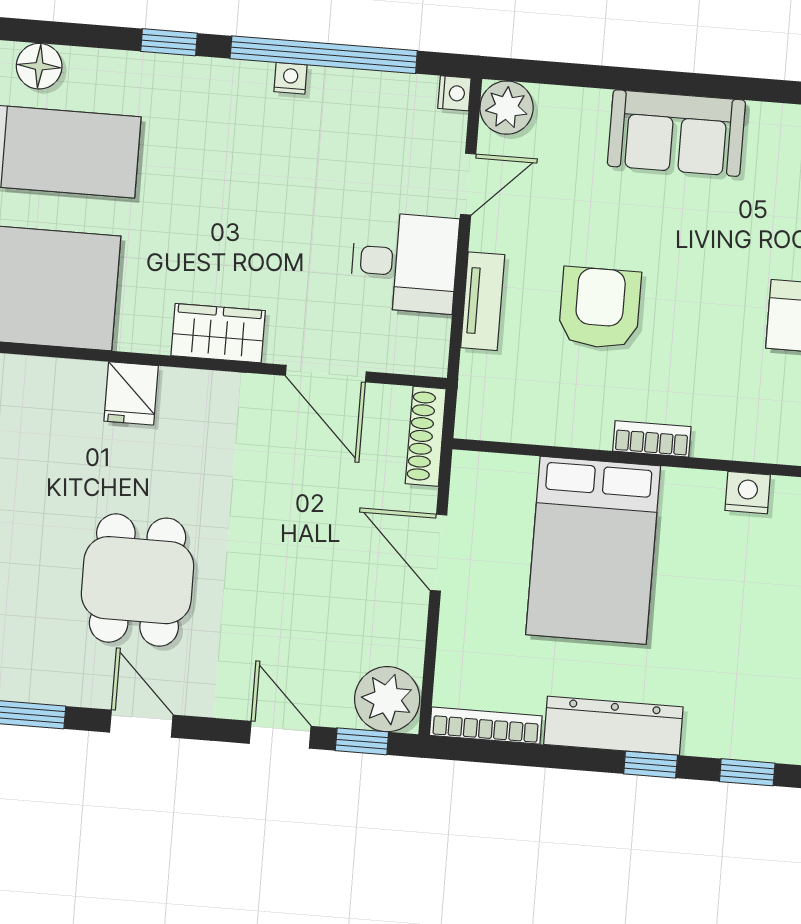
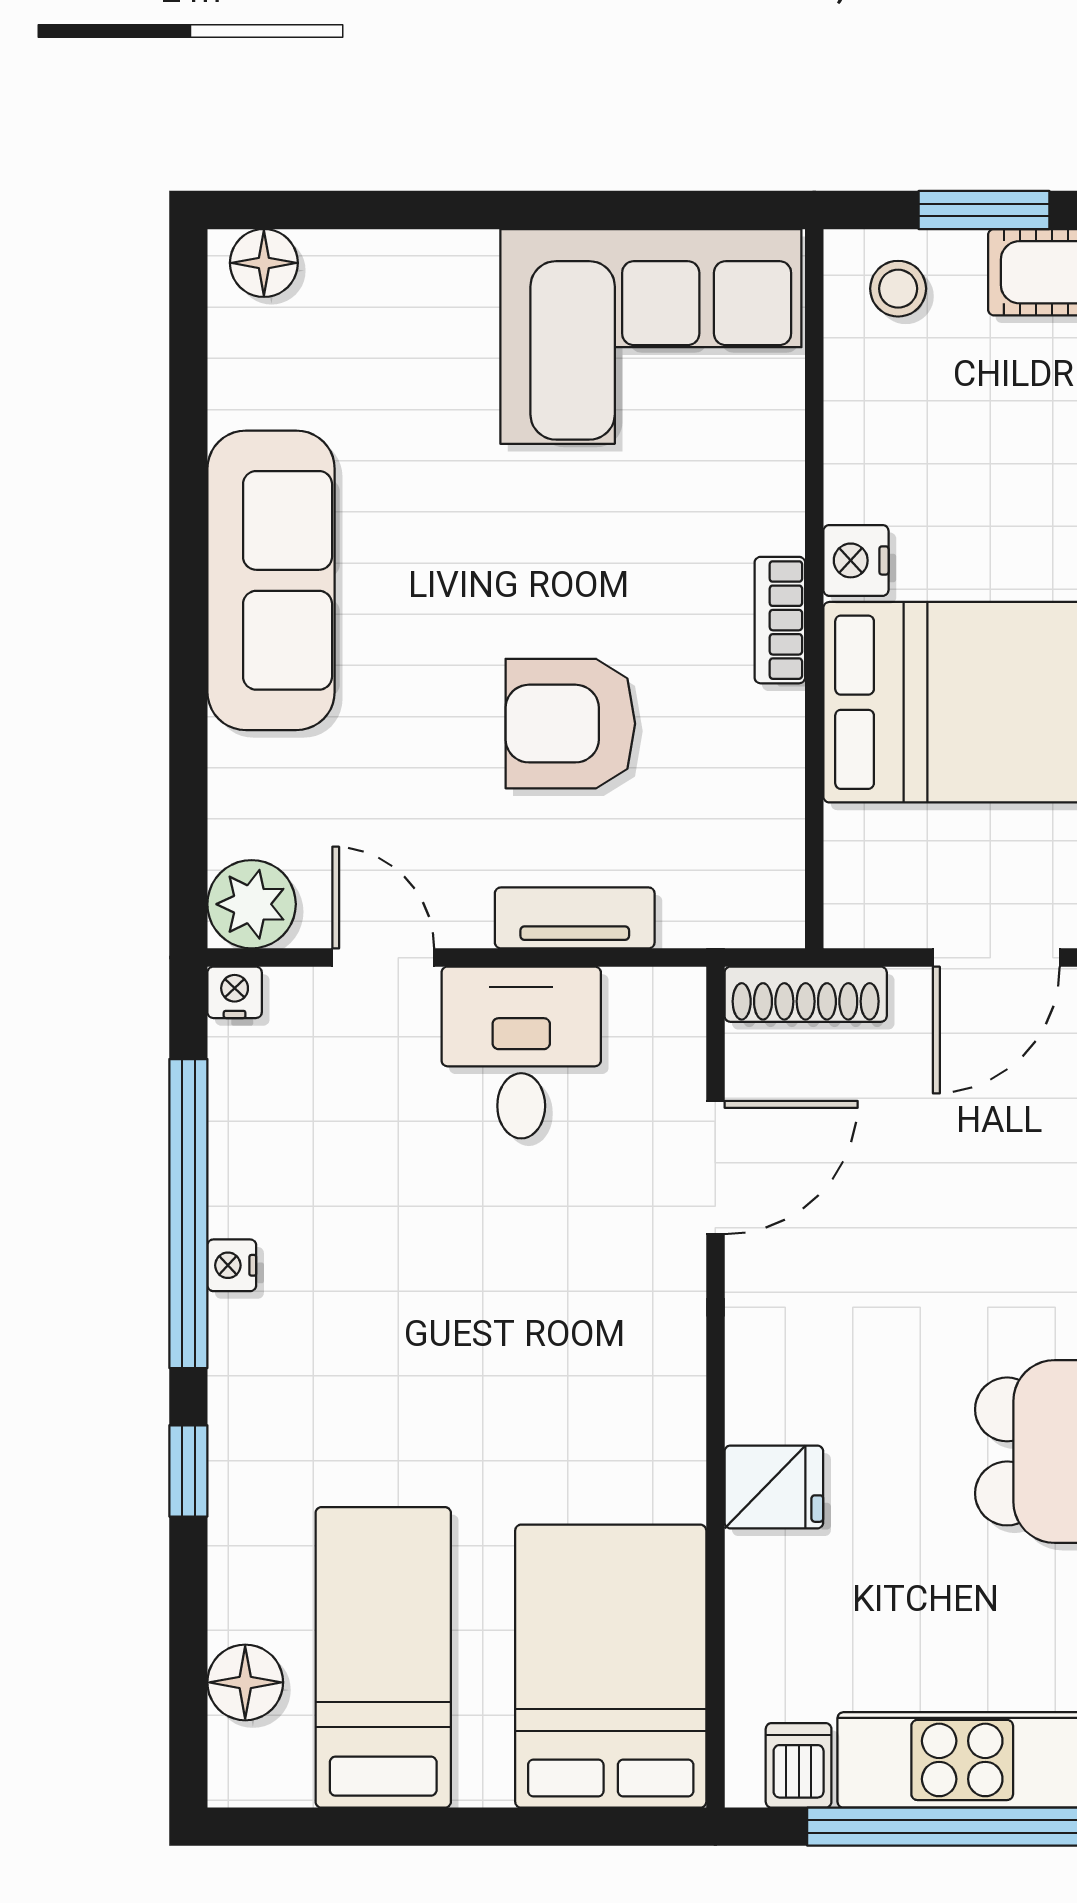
sofa: (676, 133) -> (271, 580), width x1.36
wardrobe: (218, 333) -> (663, 1351), removed
nightstand: (748, 493) -> (856, 560), moved

